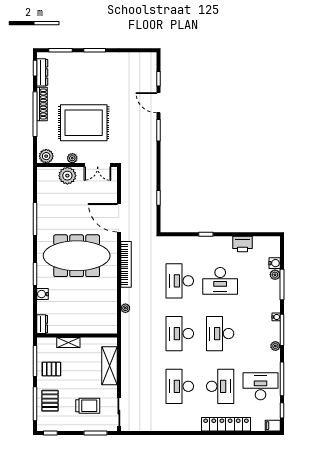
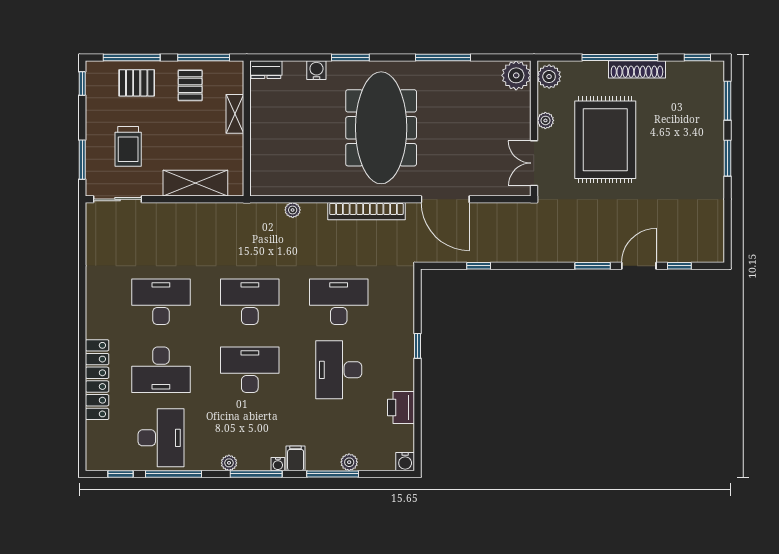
dresser: (42, 72) -> (690, 70), removed
plant: (67, 176) -> (516, 75), moved
door: (119, 218) -> (445, 199), swing flipped
water cooler: (275, 263) -> (405, 462), moved
filing cabinet: (273, 426) -> (296, 458), moved

